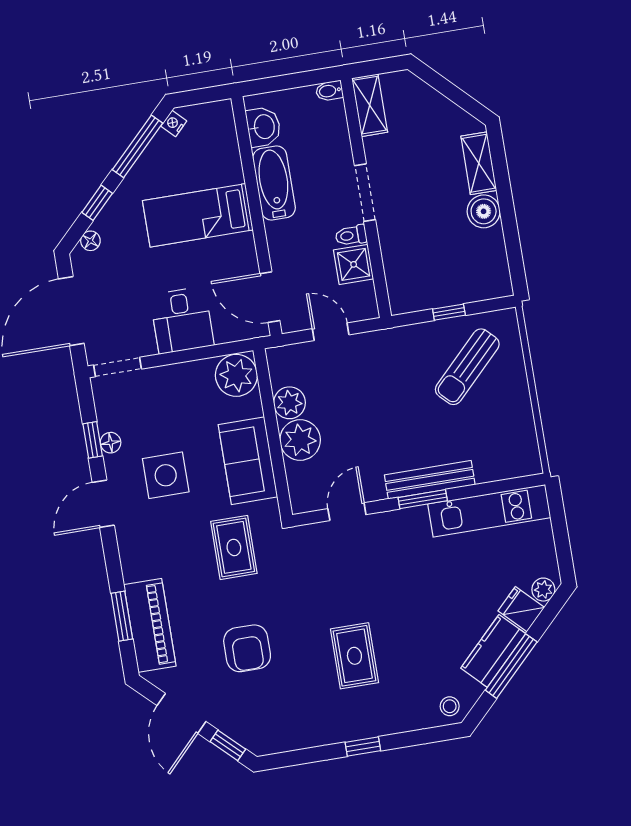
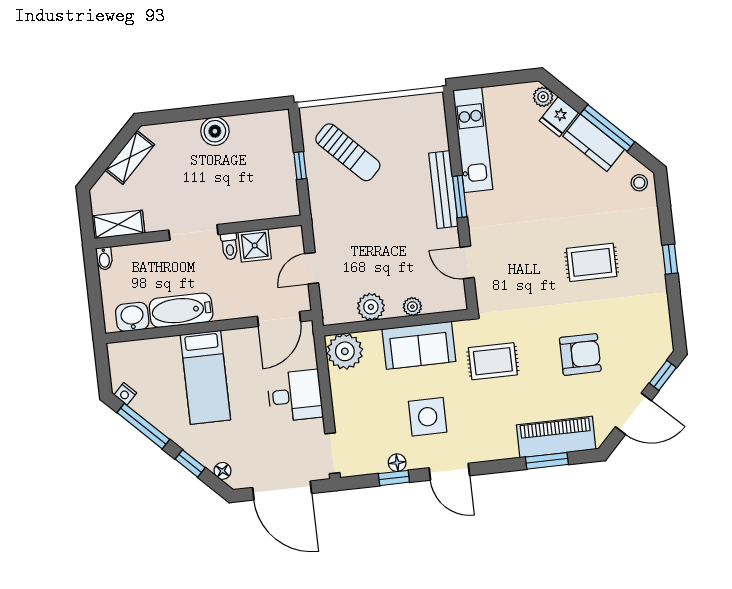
shelving: (479, 163) -> (130, 157), moved, turned -45
plant: (300, 440) -> (412, 307), width x0.53, depth x0.53

